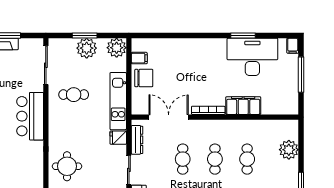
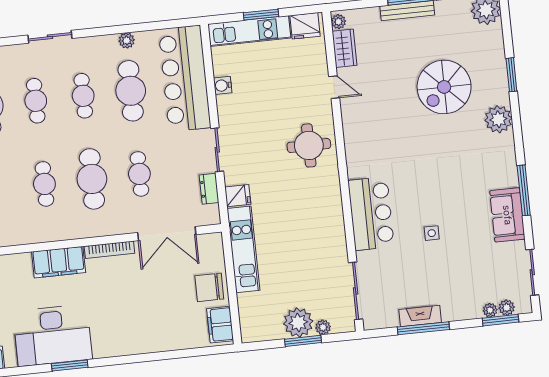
plant: (117, 48) -> (323, 327), moved, width x0.53, depth x0.53
filing cabinet: (139, 58) -> (220, 325), width x2.00
cafe table: (74, 95) -> (310, 252), removed
dresser: (137, 140) -> (209, 189), width x0.70
cafe table: (215, 159) -> (92, 179), width x1.37, depth x1.35

